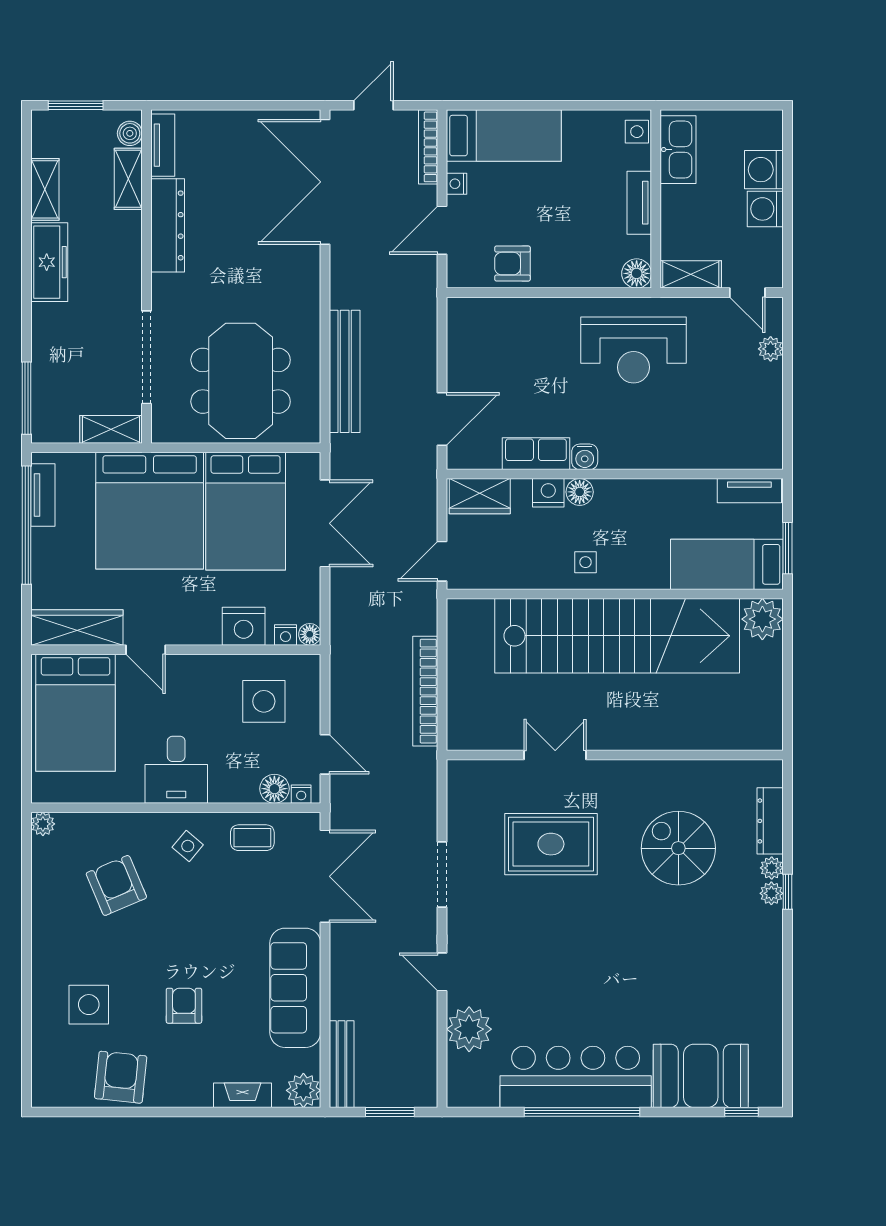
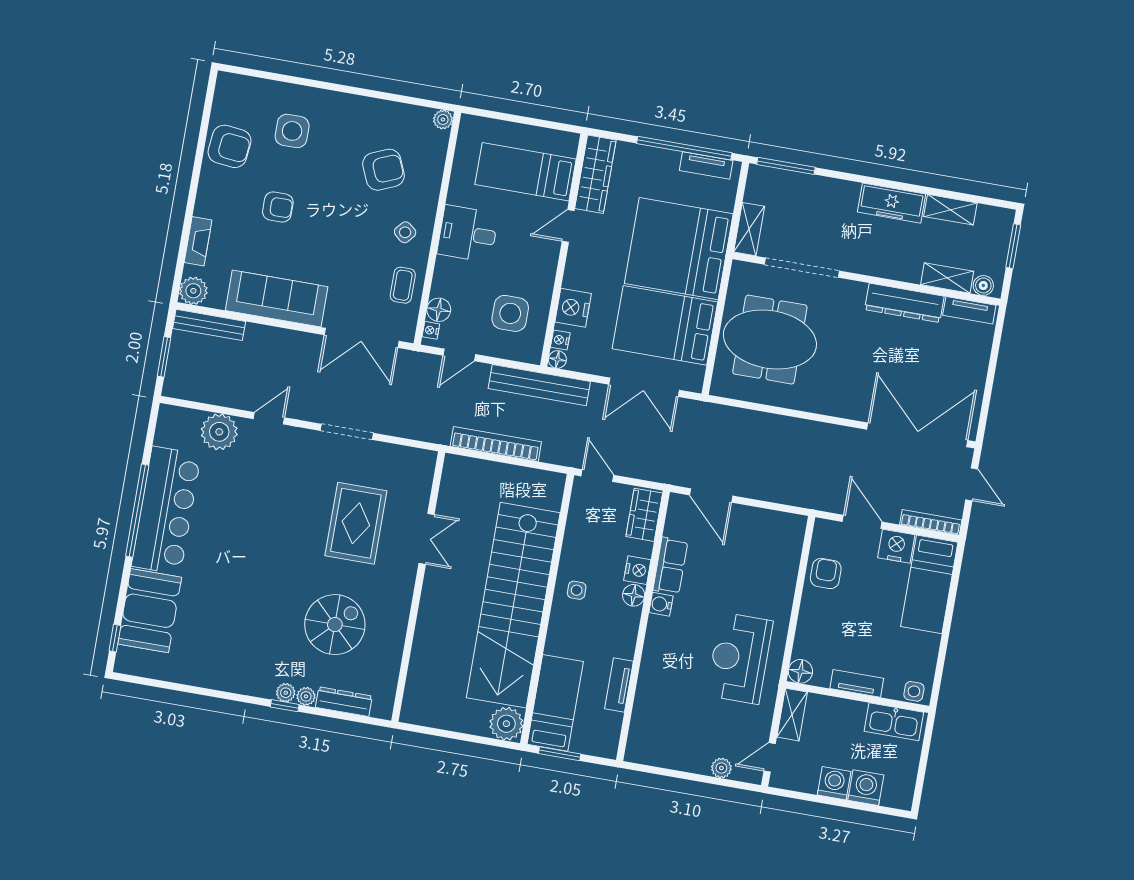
nightstand: (457, 184) -> (896, 546), width x1.89, depth x1.79
bench: (345, 371) -> (539, 385), moved
tv unit: (749, 491) -> (619, 685), moved
bed: (76, 713) -> (526, 172), width x0.67

